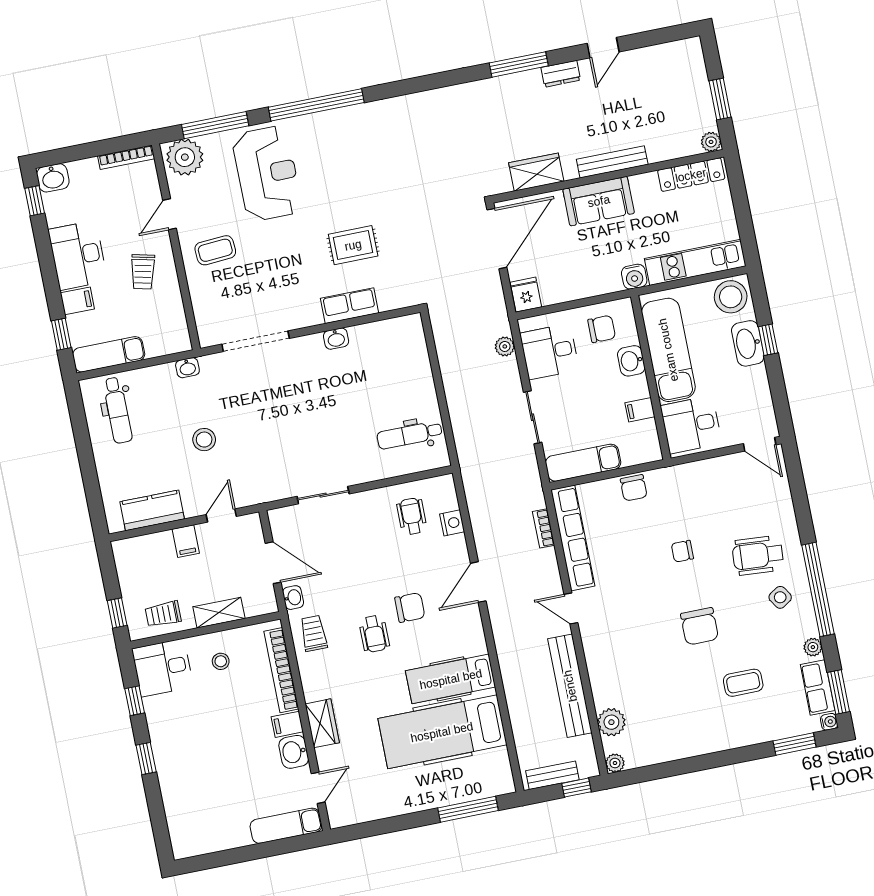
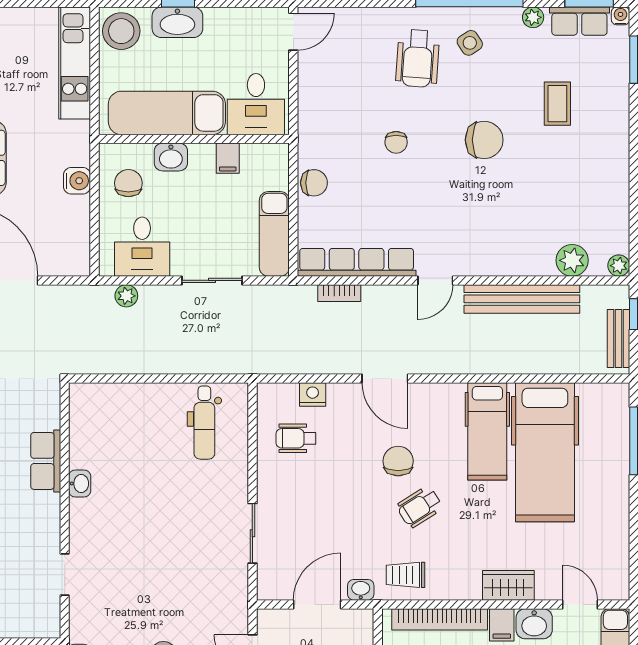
water cooler: (634, 277) -> (77, 181), moved
fridge: (526, 295) -> (73, 260), removed
doorway: (256, 341) -> (65, 574), width x0.53
wheelchair: (374, 634) -> (420, 507), turned 148

